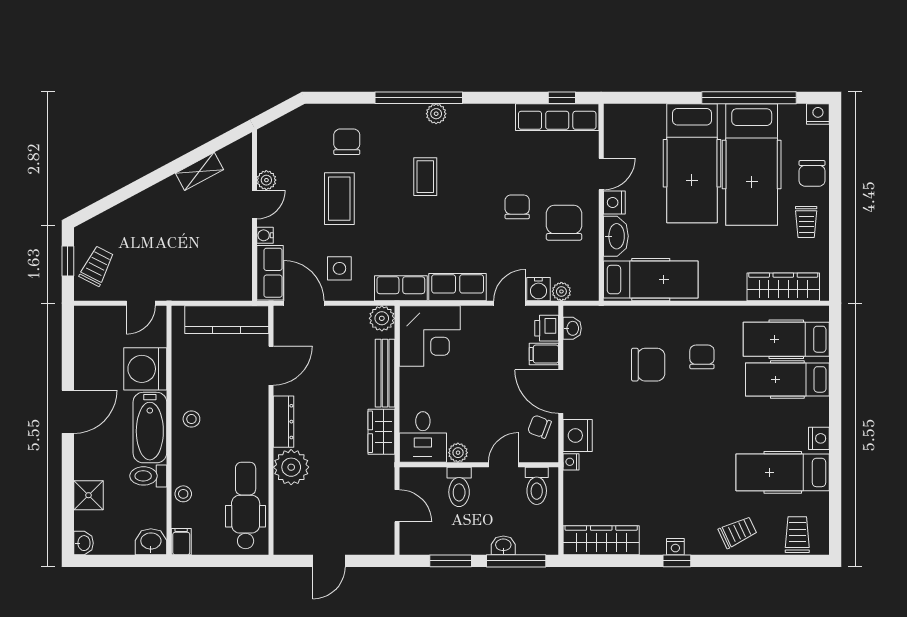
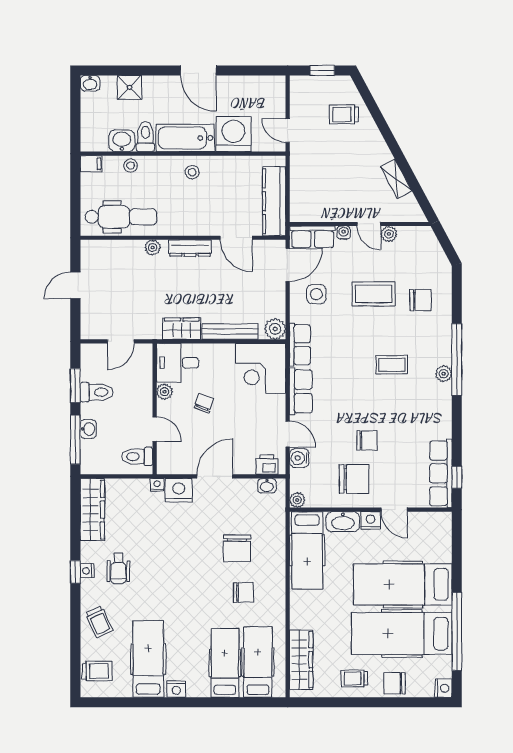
trolley: (97, 266) -> (344, 114), moved, turned 153
plant: (561, 291) -> (297, 500), moved
filing cabinet: (544, 354) -> (246, 462), removed
chair: (539, 427) -> (204, 403), moved
plant: (291, 467) -> (153, 248), width x0.53, depth x0.53
toilet: (459, 487) -> (97, 392), moved, turned 180
wheelchair: (673, 509) -> (118, 569), added
washbasin: (151, 542) -> (122, 141), moved, turned -90
door: (329, 561) -> (75, 285), hinge flipped

